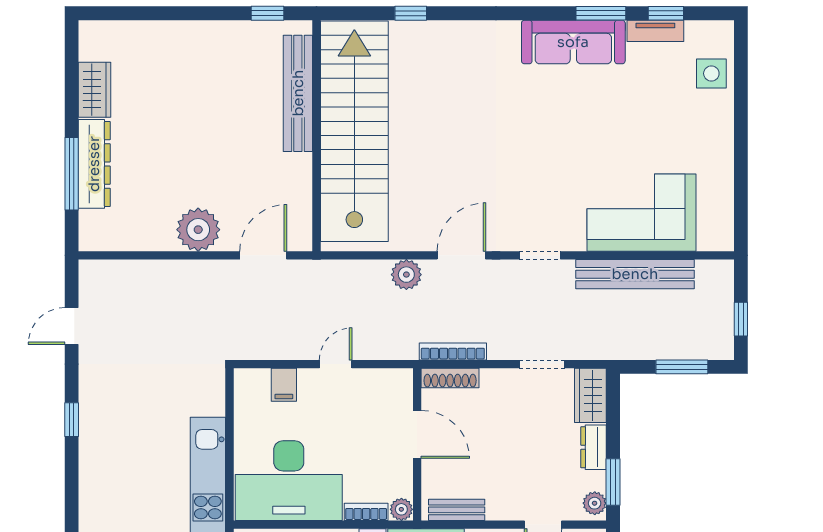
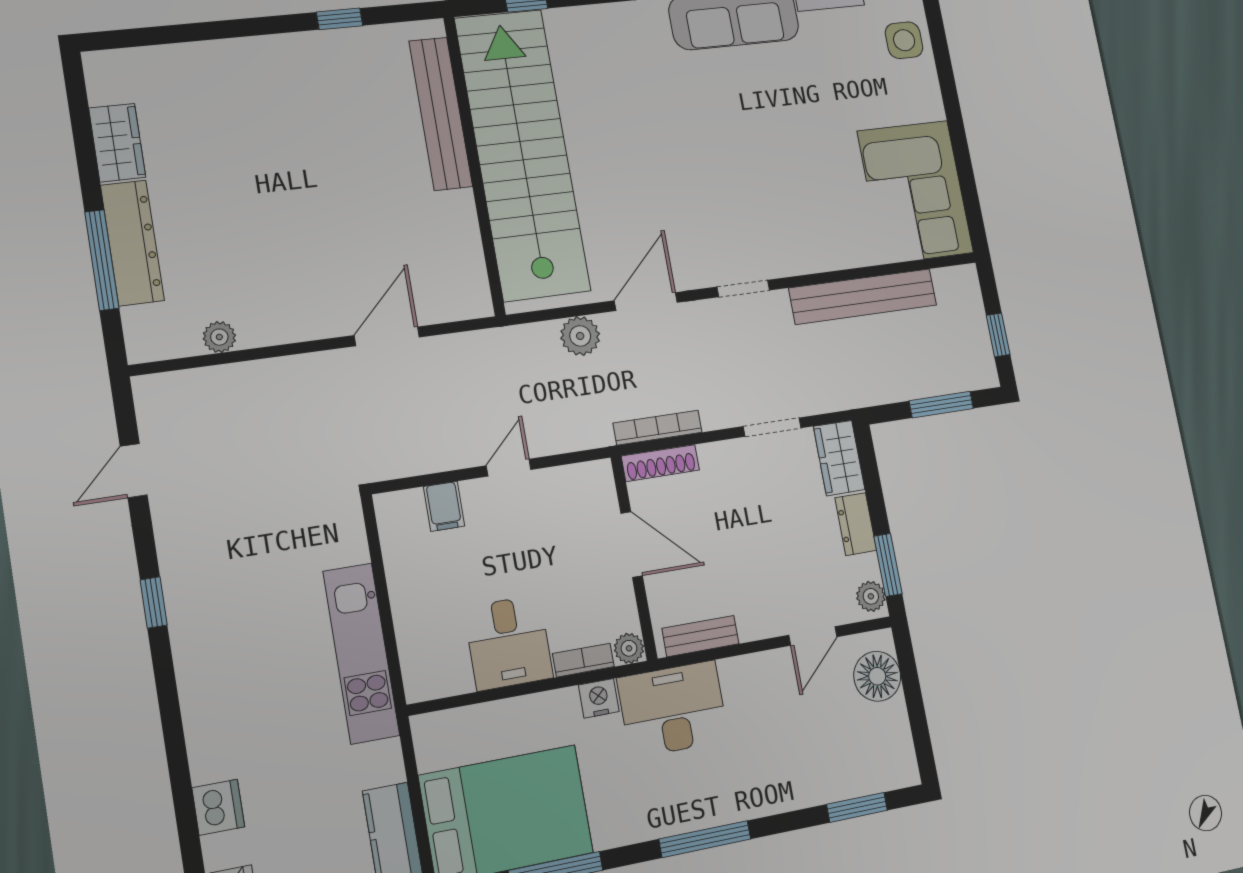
bench: (298, 93) -> (441, 114), moved
stairs: (354, 131) -> (522, 154), moved
wall: (316, 136) -> (474, 165), moved
corner sofa: (641, 213) -> (915, 192), moved, turned -90
plant: (198, 230) -> (219, 337), moved, width x0.53, depth x0.53
desk: (289, 481) -> (508, 643), width x0.53, depth x0.77

